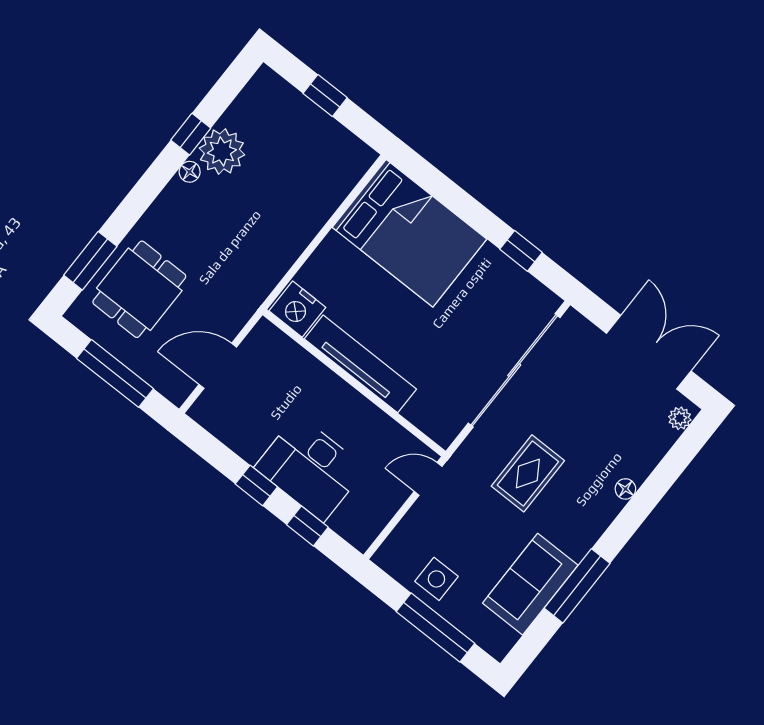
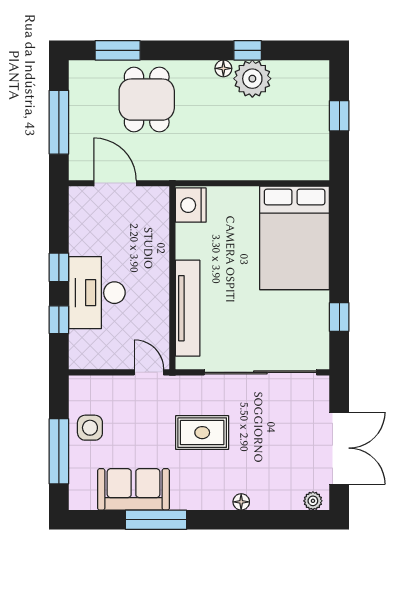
dining table: (139, 289) -> (147, 100), moved, turned 90
tv unit: (360, 364) -> (188, 308), moved

